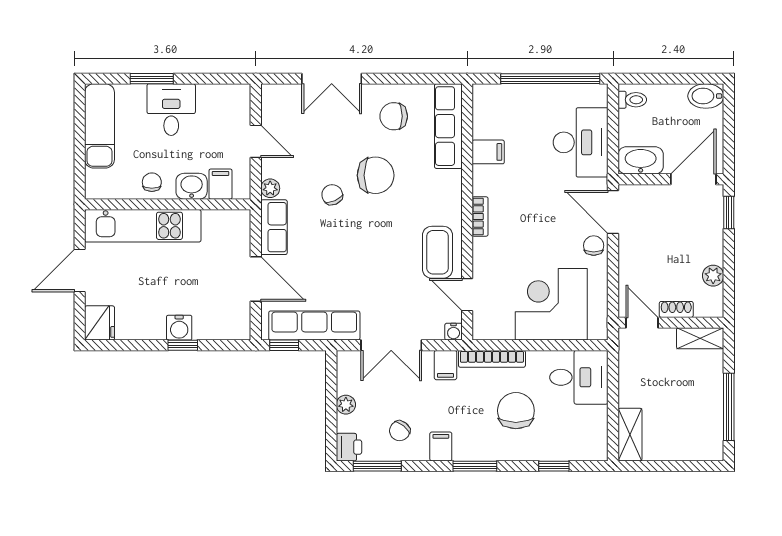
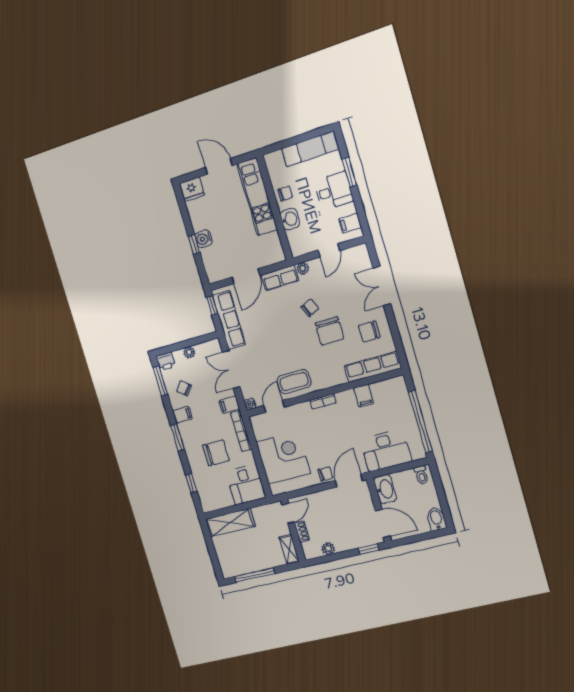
chair: (394, 116) -> (369, 331), turned -90
filing cabinet: (221, 184) -> (350, 223), moved, turned 180
shelving: (630, 435) -> (230, 523), width x1.50, depth x1.33

